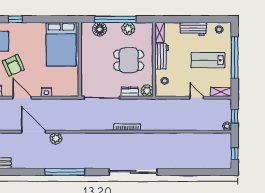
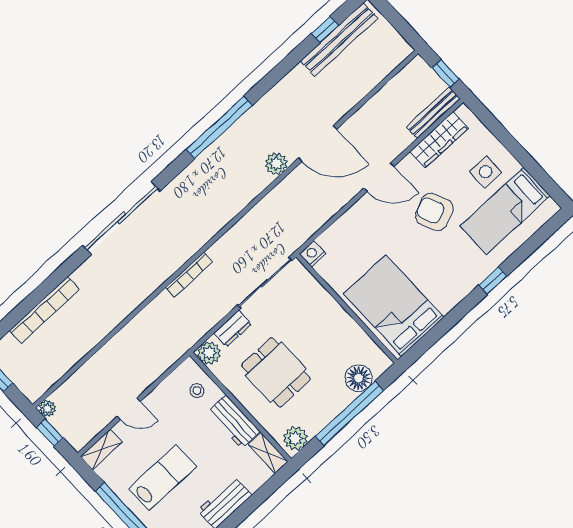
plant: (128, 29) -> (295, 438), moved
dining table: (129, 60) -> (276, 372), turned 90
nightstand: (46, 92) -> (313, 254), moved
bookcase: (194, 164) -> (44, 310), added

